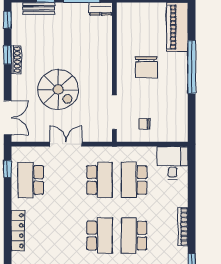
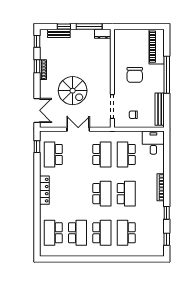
bench: (181, 116) -> (160, 109), added
school desk: (134, 236) -> (126, 194), turned 180

